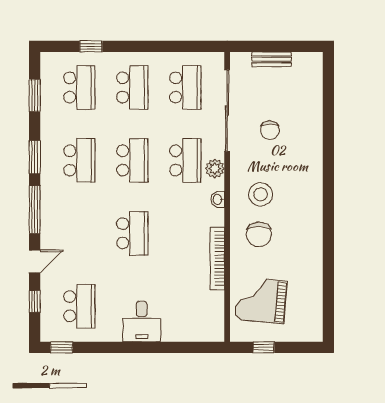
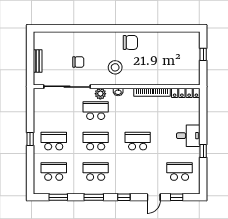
window: (91, 46) -> (30, 139), moved
school desk: (185, 87) -> (54, 111), removed
window: (35, 210) -> (124, 197), width x0.46
chair: (259, 234) -> (130, 42), moved
door: (35, 261) -> (154, 197), swing flipped
grand piano: (261, 300) -> (176, 67), removed
locker: (216, 317) -> (185, 93), added
window: (62, 347) -> (203, 151), moved
window: (264, 347) -> (203, 54), moved

